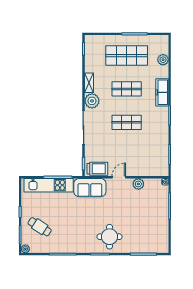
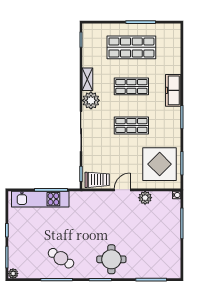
plant: (163, 60) -> (174, 52), removed
display table: (151, 155) -> (160, 164), added
sofa: (90, 188) -> (88, 202), removed
cafe table: (40, 227) -> (61, 258), moved

